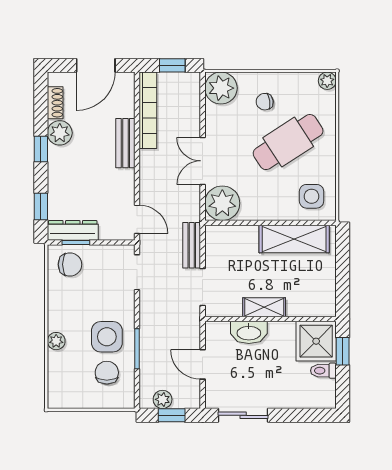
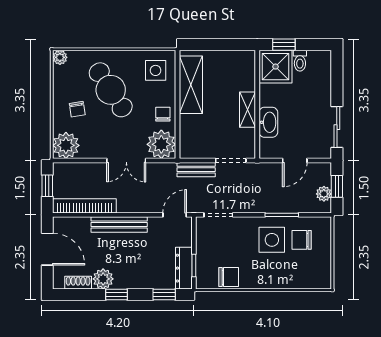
bench: (125, 143) -> (119, 225), width x1.36
chair: (259, 205) -> (163, 114), added
chair: (70, 264) -> (229, 277), moved, turned 90
plant: (56, 341) -> (275, 282), removed

